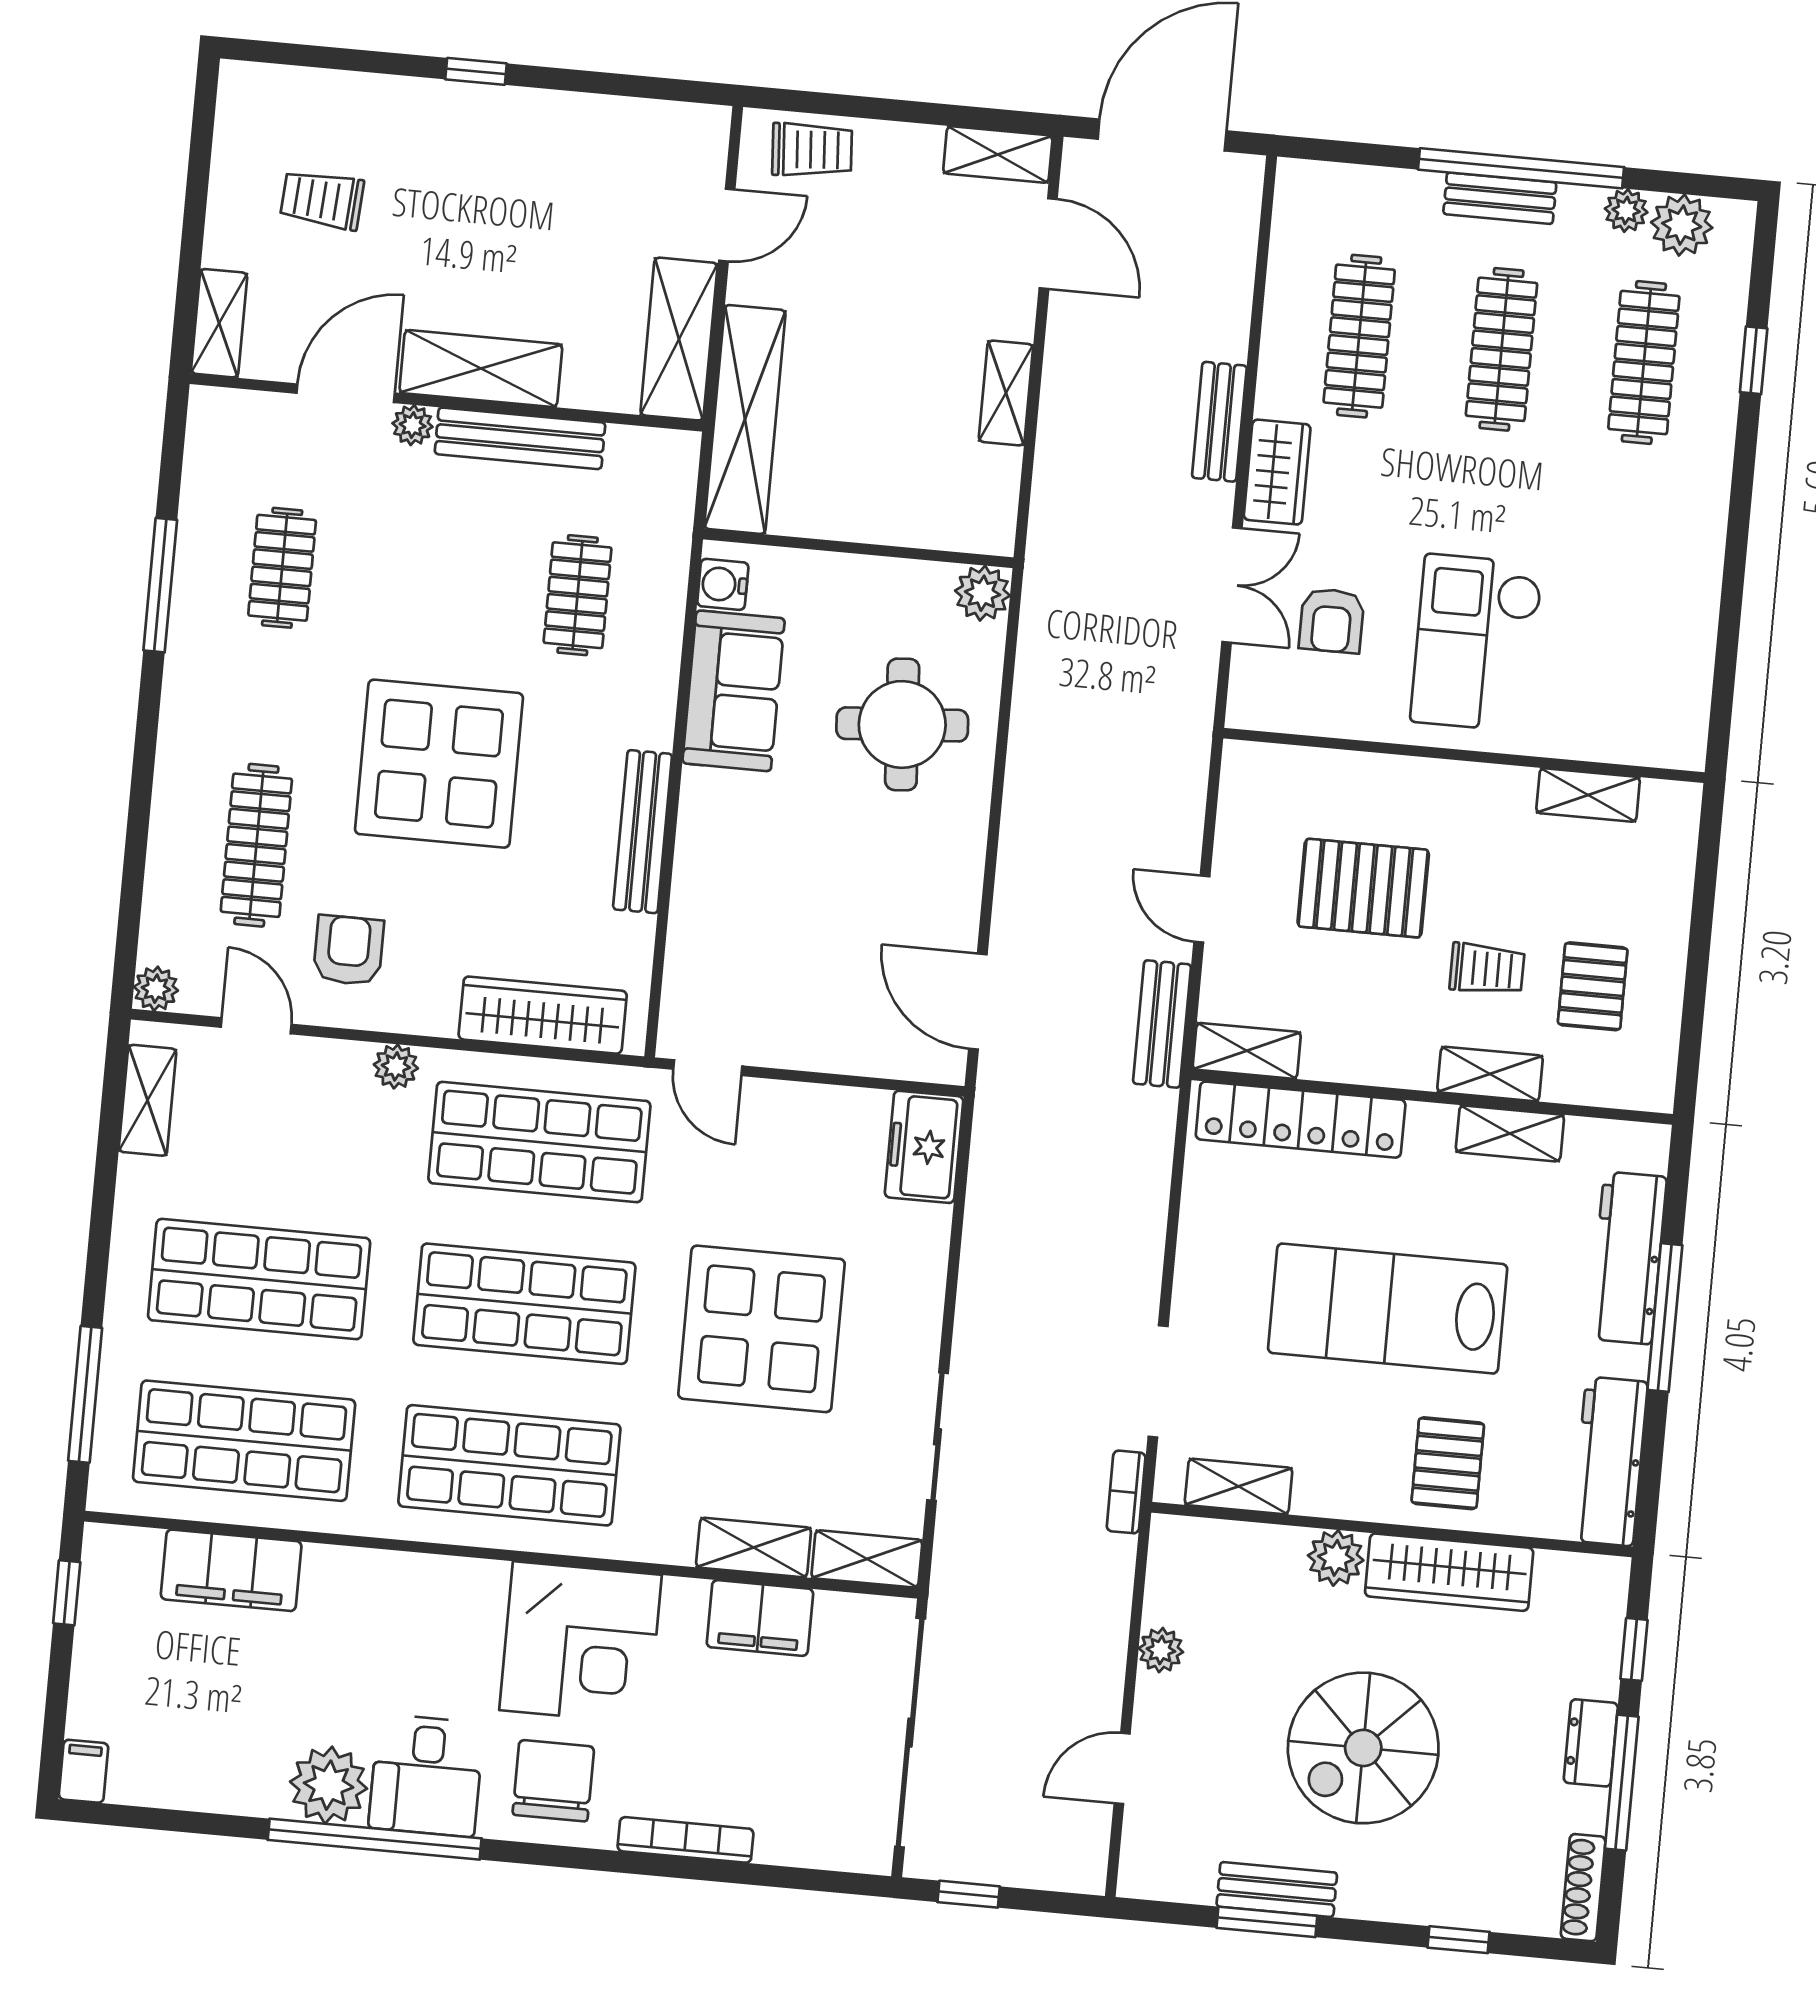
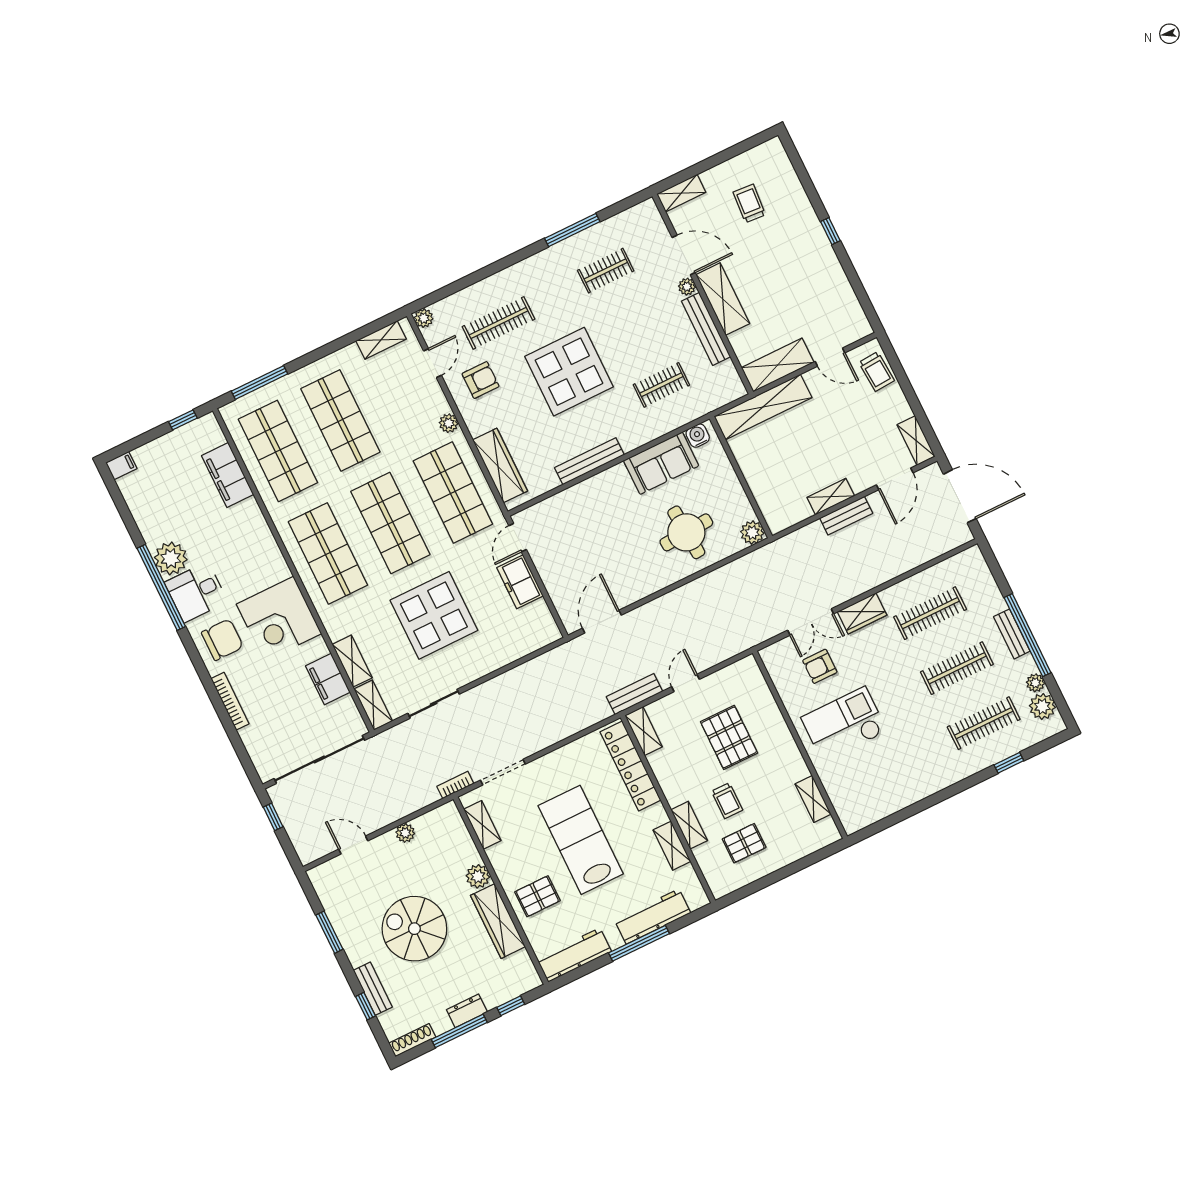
bench: (1219, 422) -> (846, 516), moved
freezer: (924, 1147) -> (520, 582), moved, turned -90
bench: (1277, 1890) -> (373, 989), moved

